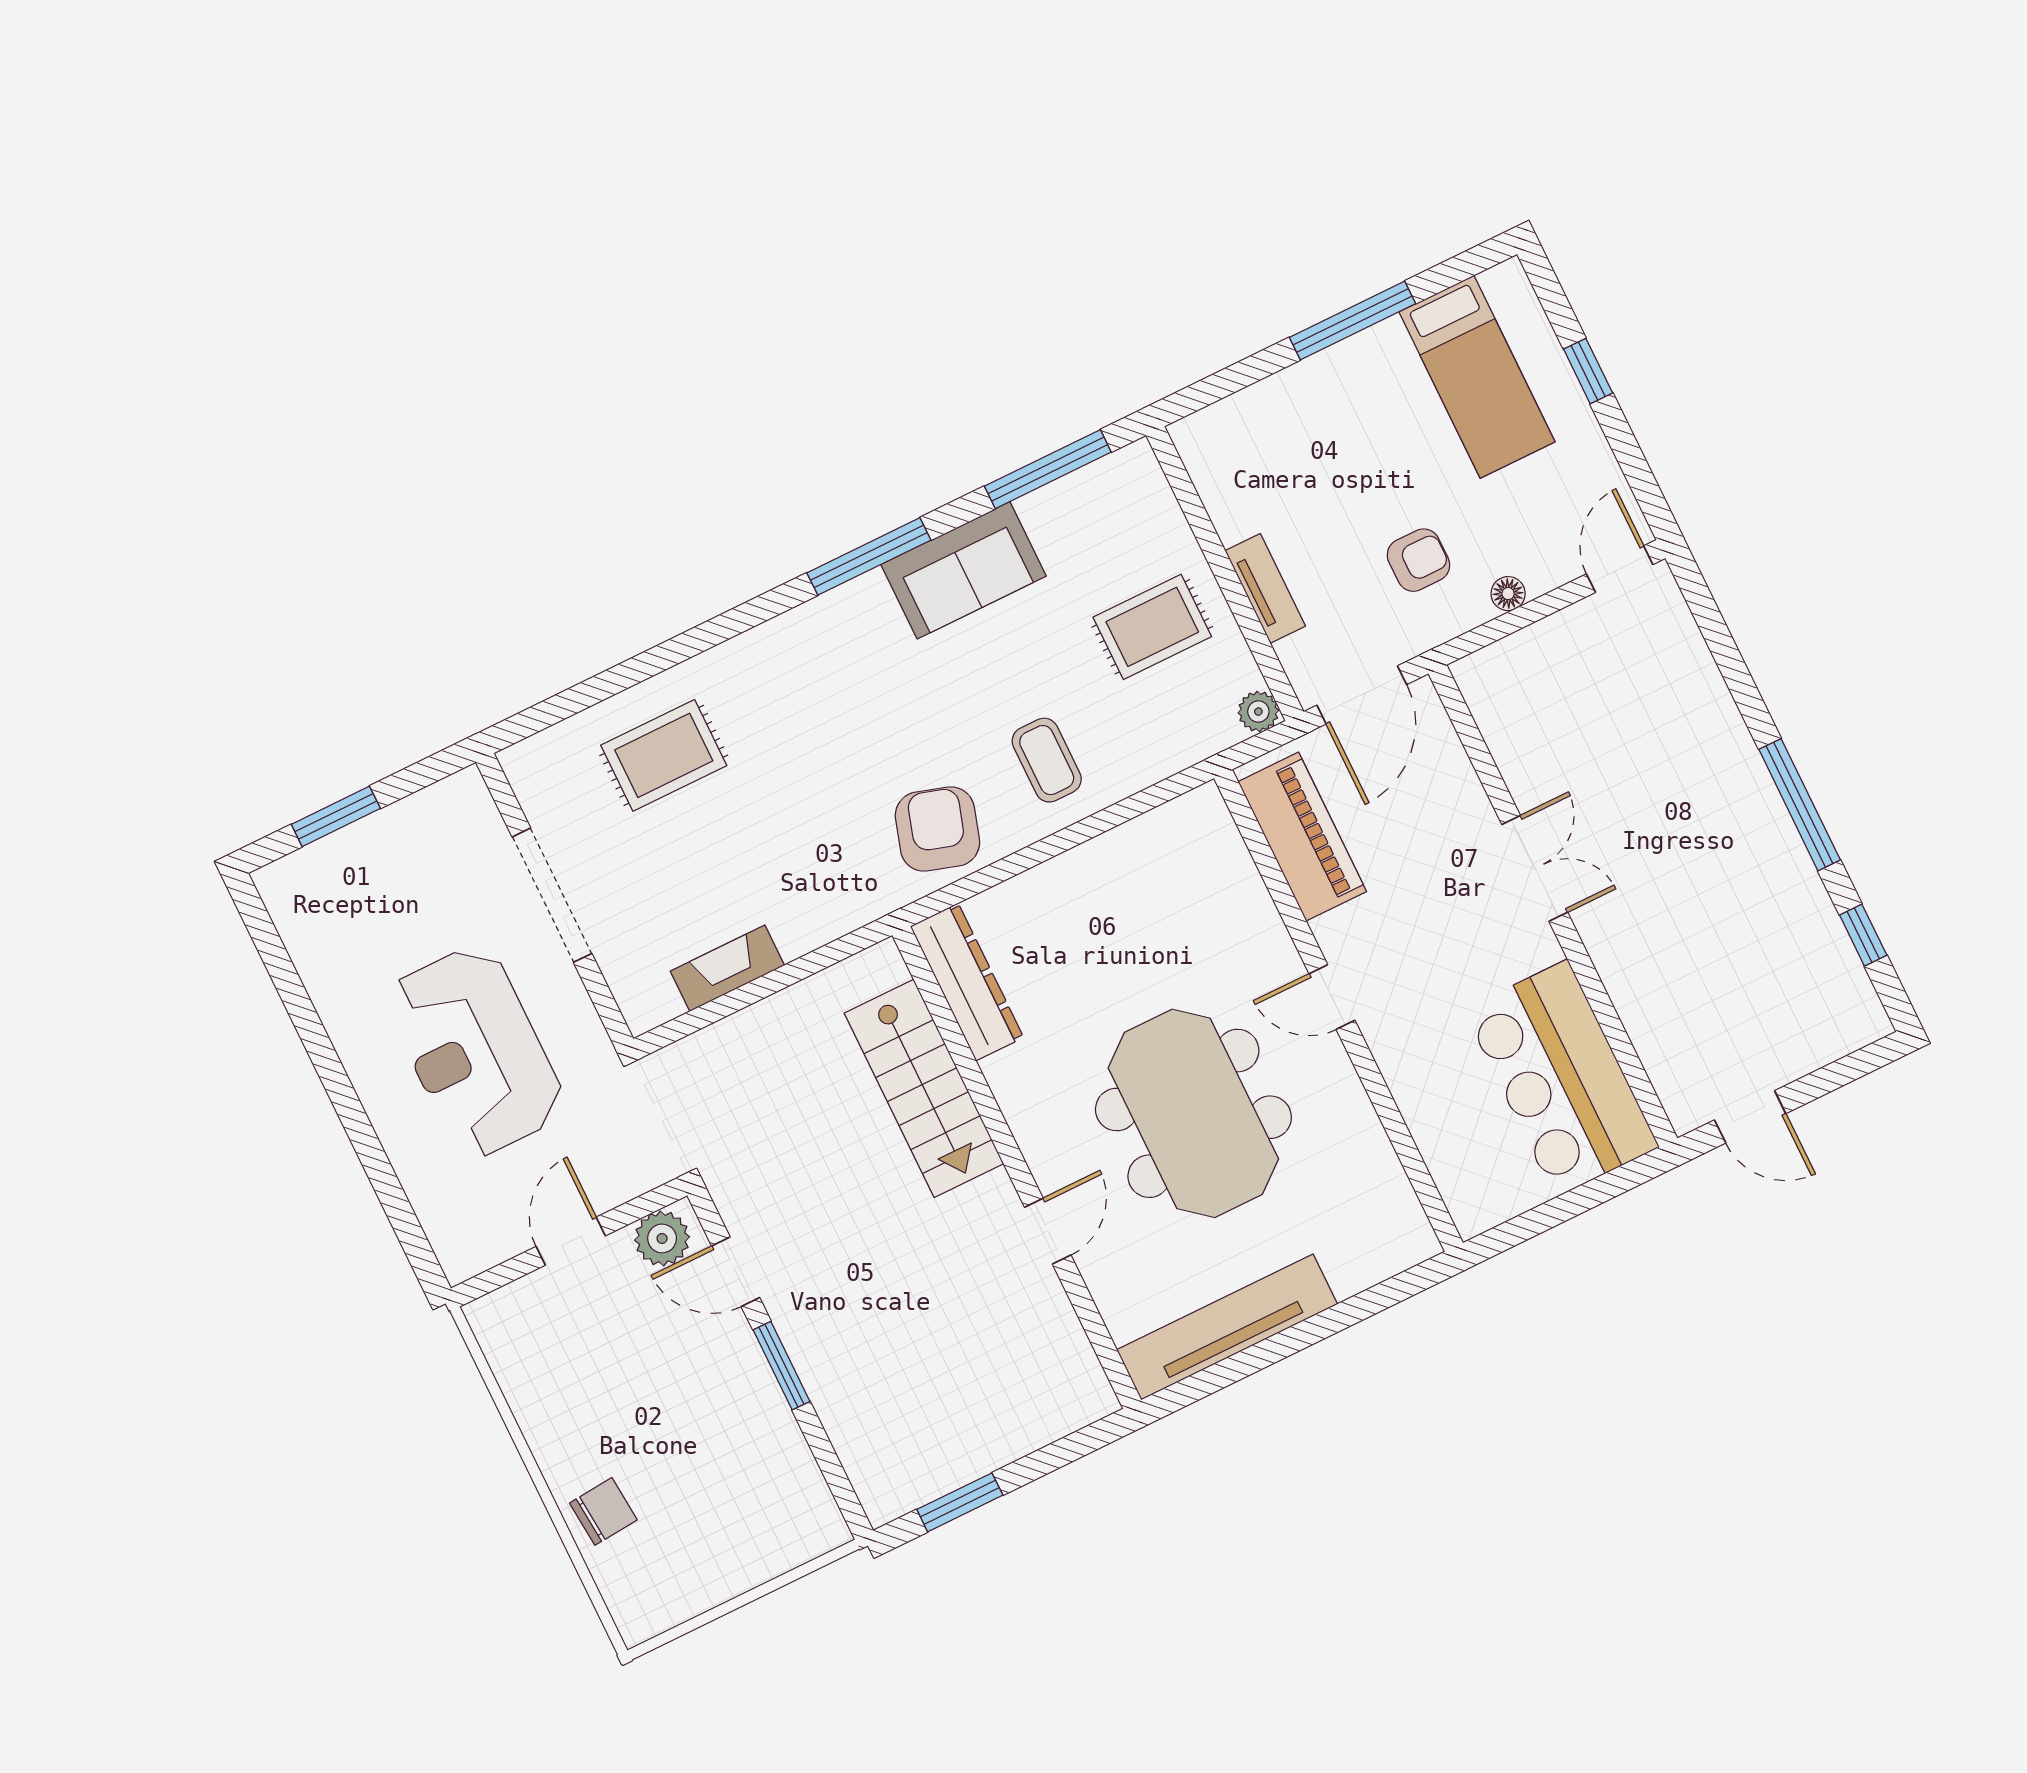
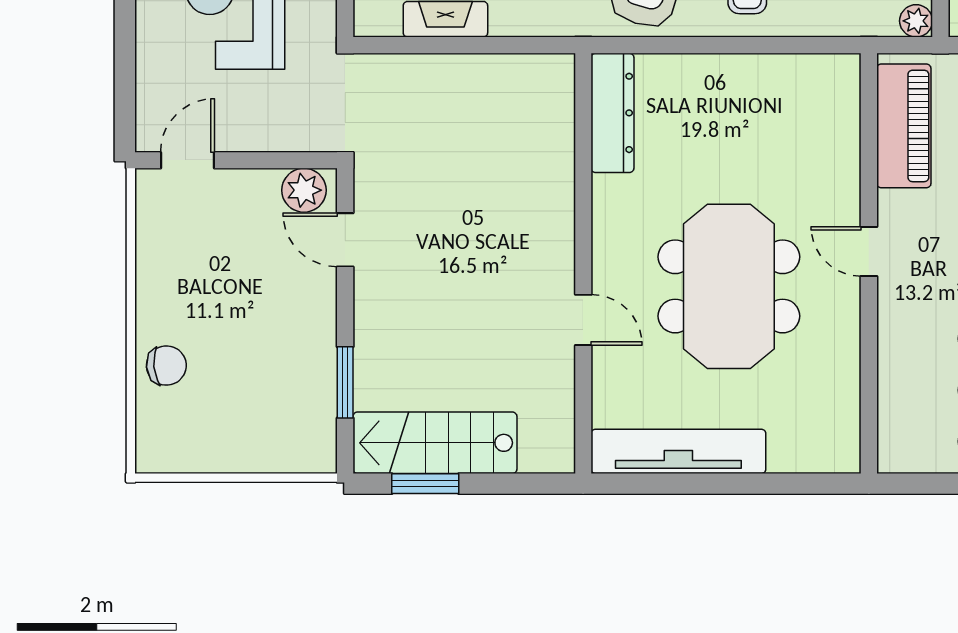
stairs: (924, 1088) -> (435, 443), moved, turned 90
door: (1048, 1231) -> (583, 320), hinge flipped
door: (571, 1241) -> (187, 160), moved
window: (781, 1366) -> (345, 382), moved

